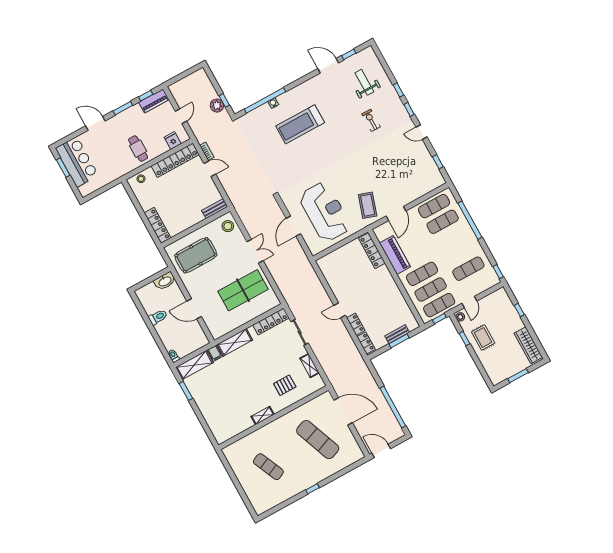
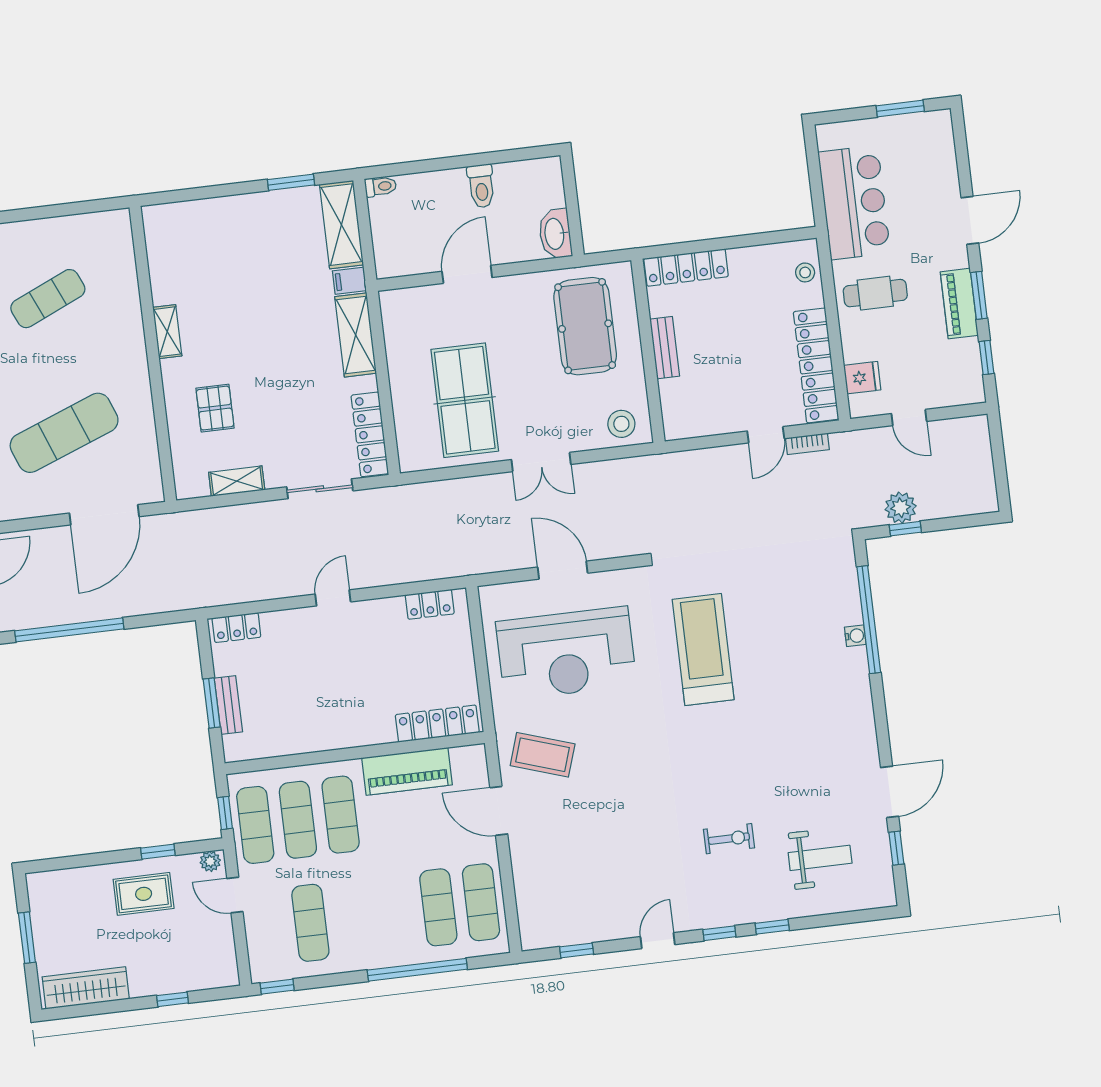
piano: (154, 101) -> (959, 304), moved
treadmill: (300, 124) -> (703, 650), moved
bar counter: (77, 162) -> (854, 202), moved, turned -90
bench: (215, 209) -> (665, 348), moved
locker: (356, 324) -> (430, 604), moved

